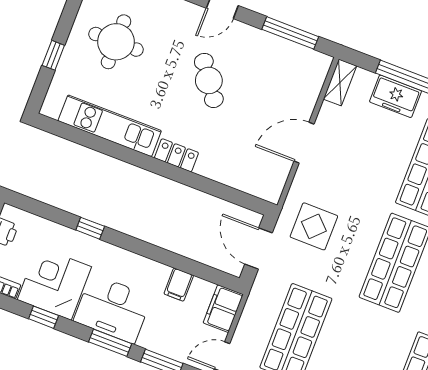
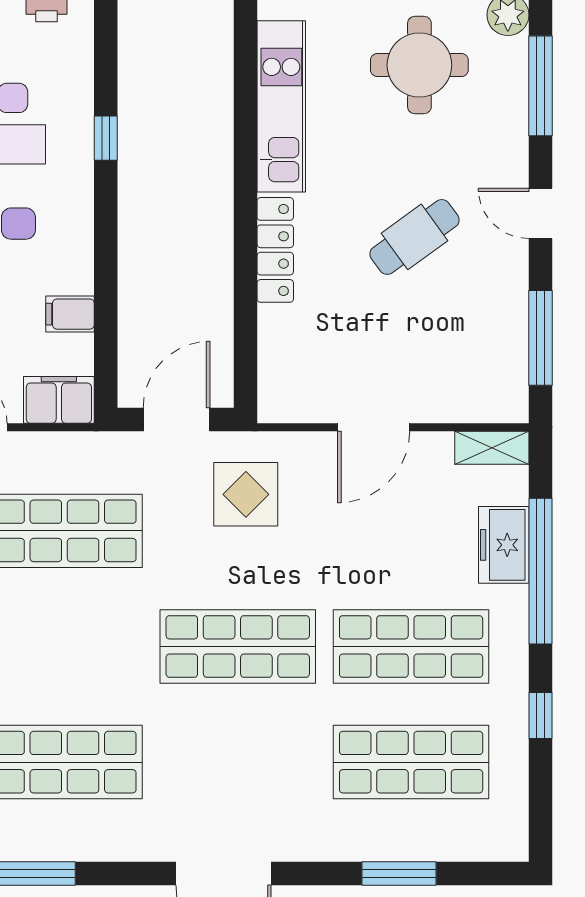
door: (304, 143) -> (374, 427), swing flipped
locker: (176, 155) -> (275, 250), width x1.53

